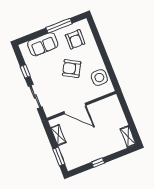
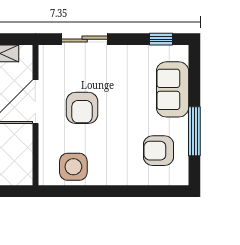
armchair: (72, 69) -> (82, 108), moved, turned 151
window: (25, 71) -> (161, 39), moved

